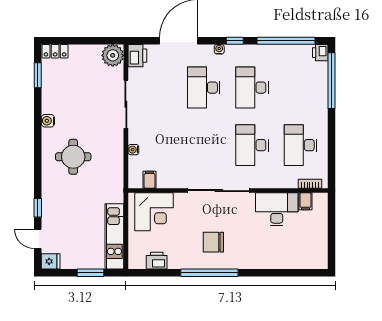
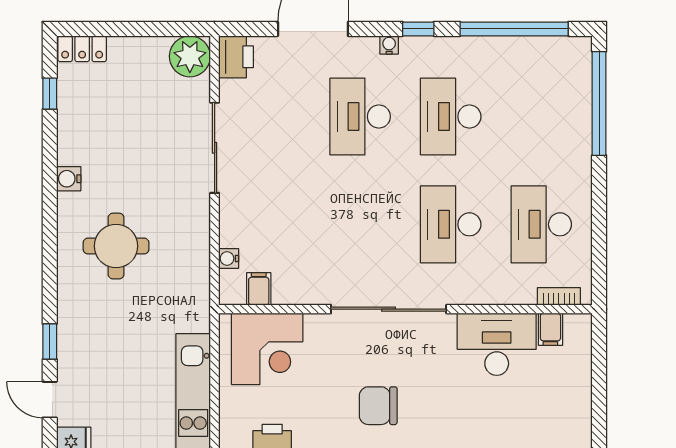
printer: (320, 53) -> (578, 51), removed
window: (38, 75) -> (50, 94), width x0.67
water cooler: (133, 150) -> (229, 258), moved

